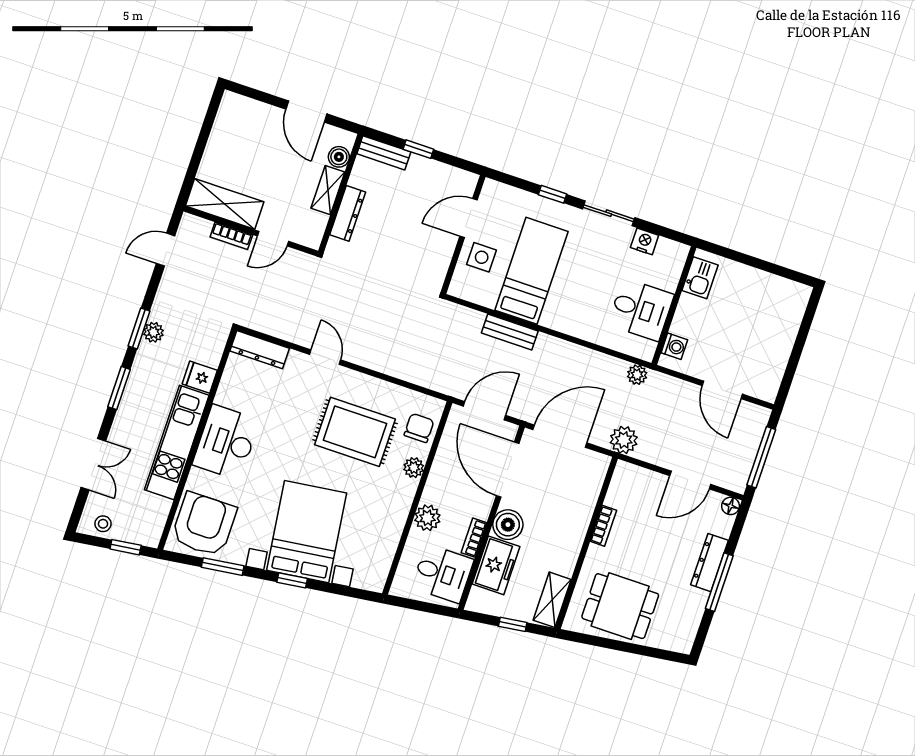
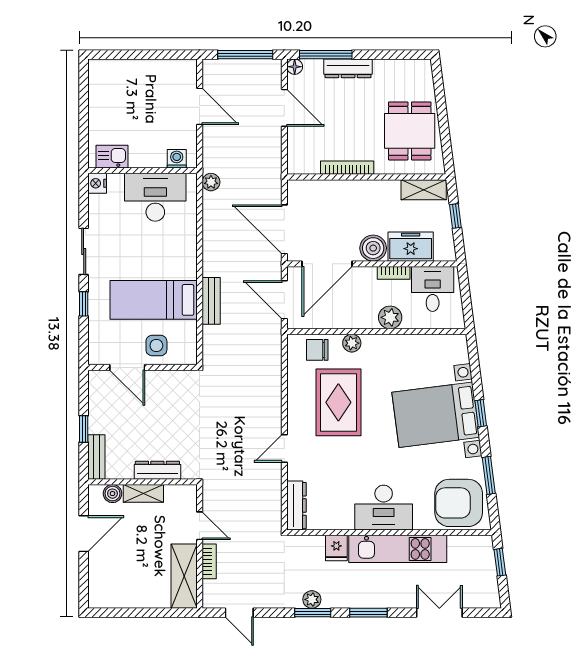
nightstand: (645, 241) -> (97, 183), moved
desk: (641, 310) -> (155, 197), width x1.37
door: (722, 390) -> (200, 106), hinge flipped
plant: (624, 440) -> (269, 175), removed
stool: (103, 524) -> (487, 588), removed
bookcase: (603, 526) -> (347, 168), width x1.56
window: (719, 582) -> (326, 55), moved

